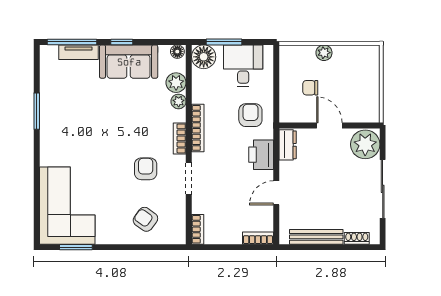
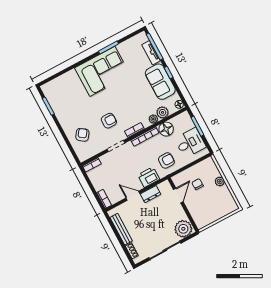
floor lamp: (204, 57) -> (166, 129), moved
door: (329, 126) -> (178, 195), moved
dresser: (288, 145) -> (150, 194), moved
corner sofa: (67, 206) -> (102, 71), moved

